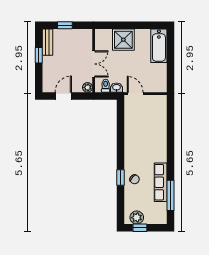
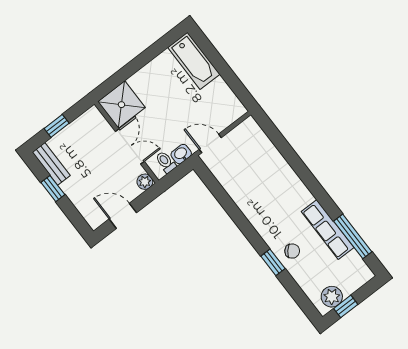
shower: (123, 40) -> (121, 105), moved
door: (63, 96) -> (123, 216), hinge flipped

